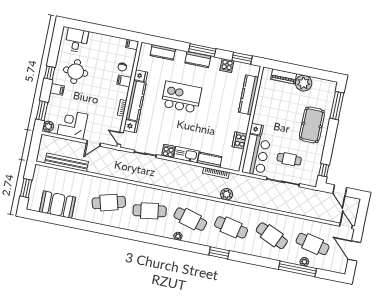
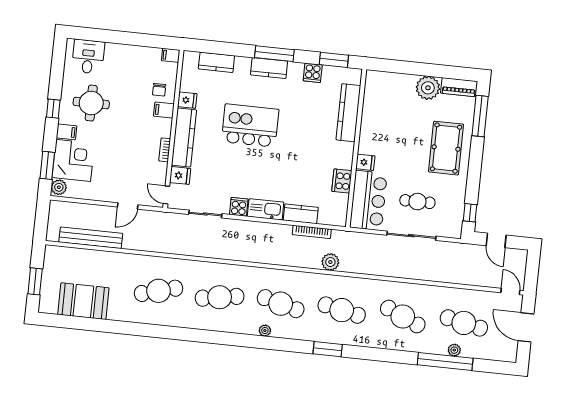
piano: (284, 76) -> (459, 87), moved
corner desk: (72, 124) -> (73, 160), moved, turned 90

